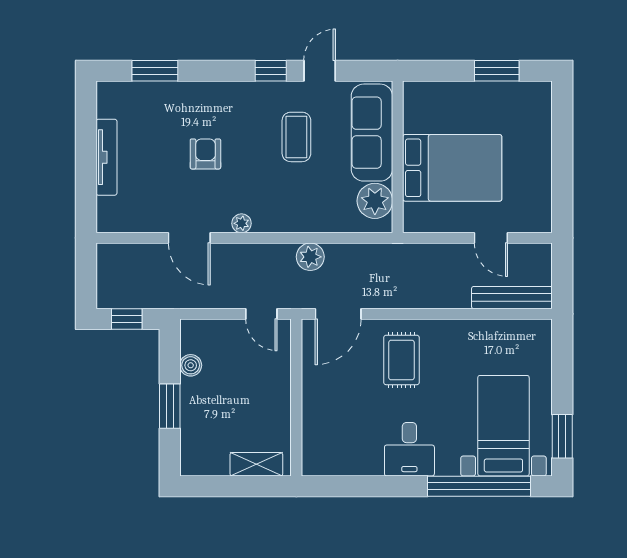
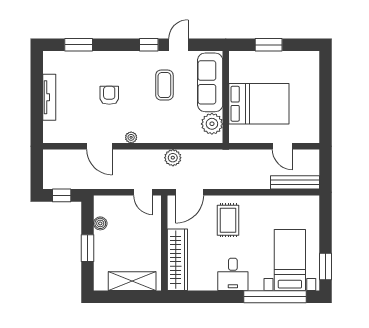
window: (497, 71) -> (269, 45), moved
wardrobe: (318, 425) -> (177, 260), added
shelving: (256, 464) -> (132, 281), width x1.50, depth x1.33

